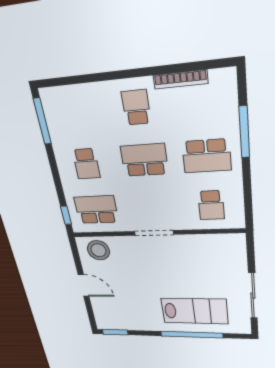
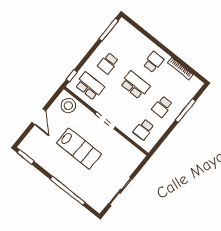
school desk: (207, 156) -> (162, 107), width x0.54
lab bench: (194, 311) -> (79, 149), moved

